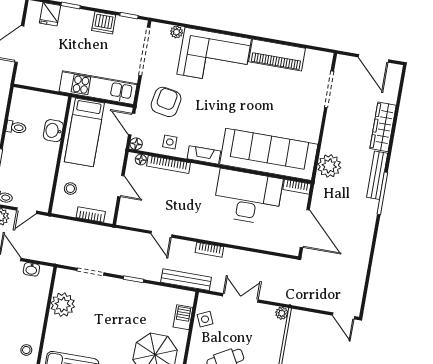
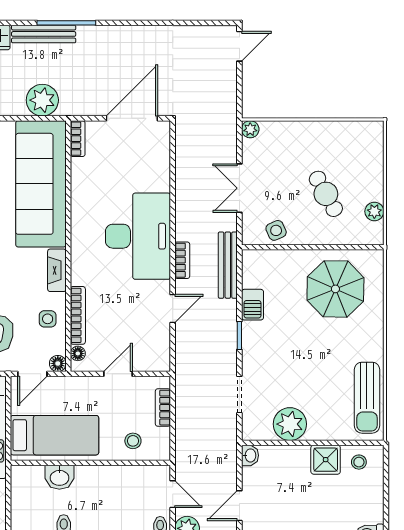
desk: (248, 197) -> (138, 236), moved, turned 180
bookcase: (209, 250) -> (182, 260), moved
washbasin: (31, 269) -> (250, 455), moved
barbecue: (183, 317) -> (252, 305), moved, turned -90
shower: (32, 326) -> (326, 460), added

